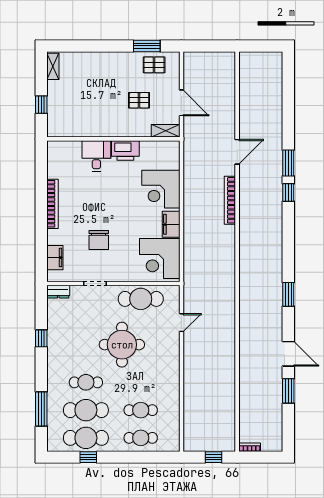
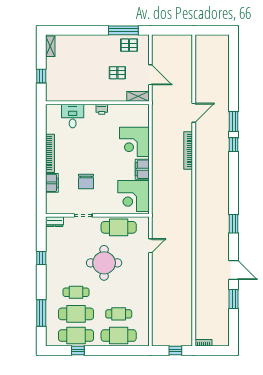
window: (147, 46) -> (123, 30), width x1.44
printer: (125, 150) -> (102, 109), width x0.53, depth x0.68
desk: (96, 156) -> (73, 116), moved
filing cabinet: (55, 258) -> (52, 183), moved
cafe table: (141, 438) -> (119, 336), width x1.37, depth x1.35

